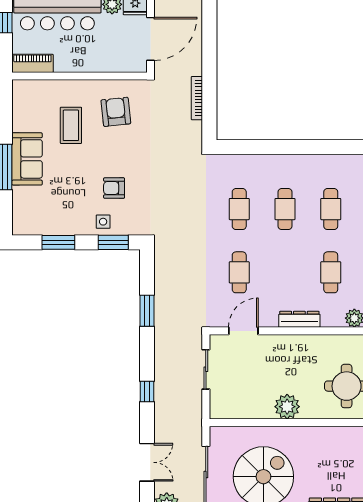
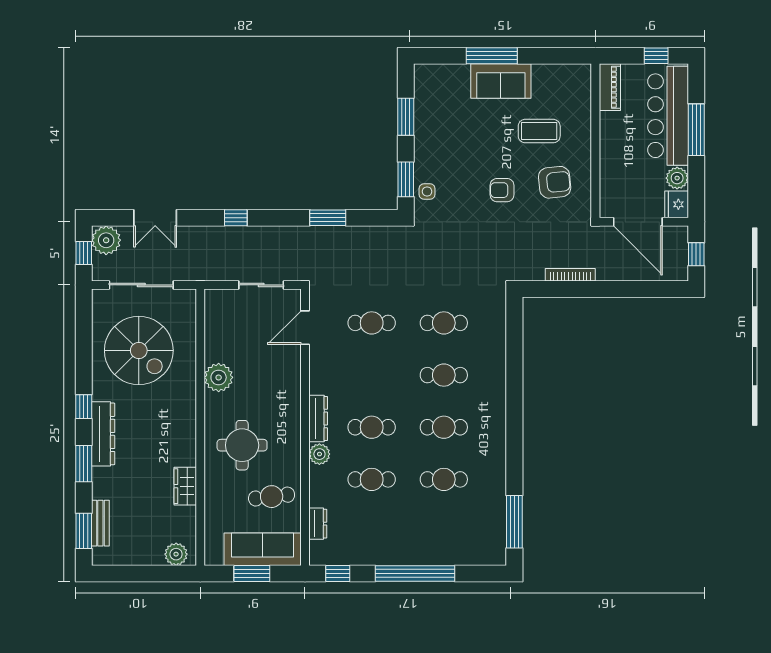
armchair: (114, 188) -> (502, 190), moved, turned -90
side table: (103, 222) -> (427, 192), moved
dresser: (299, 319) -> (318, 418), moved
door: (243, 331) -> (305, 328), swing flipped

